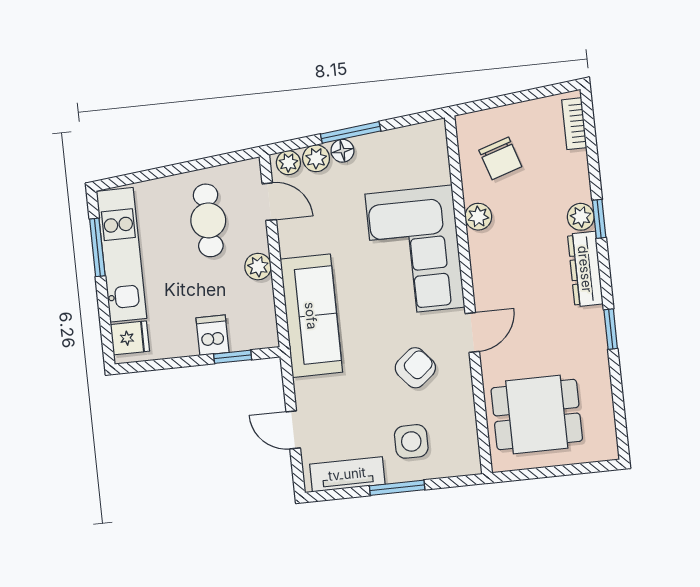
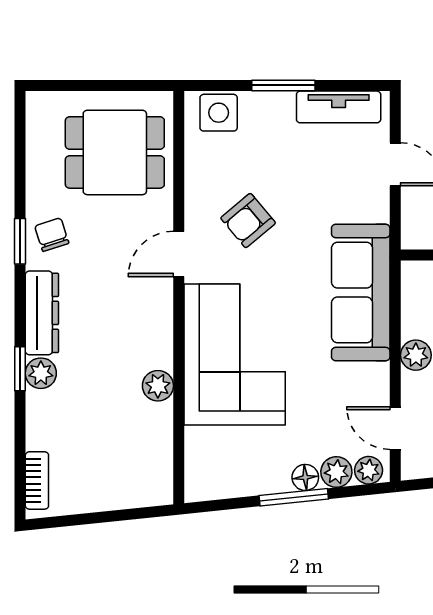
chair: (500, 158) -> (52, 235), moved, width x0.73, depth x0.73
side table: (411, 441) -> (219, 113), moved

